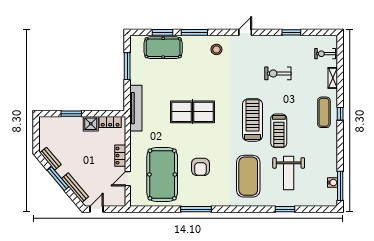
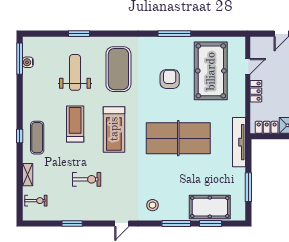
table tennis table: (192, 112) -> (178, 138), width x1.36, depth x1.32
treadmill: (279, 131) -> (75, 124), moved

